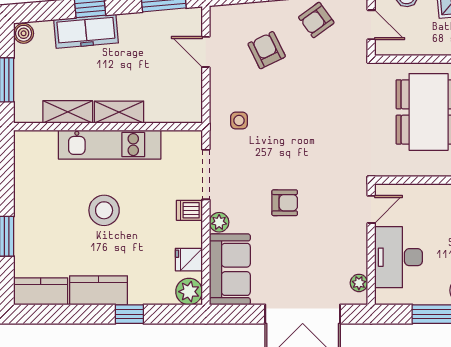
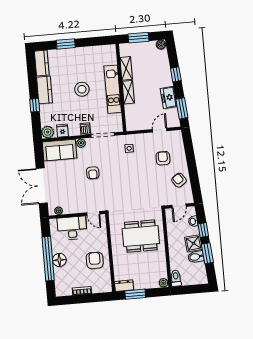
freezer: (86, 31) -> (169, 97), moved, width x0.71
armchair: (267, 50) -> (163, 158), turned -64

